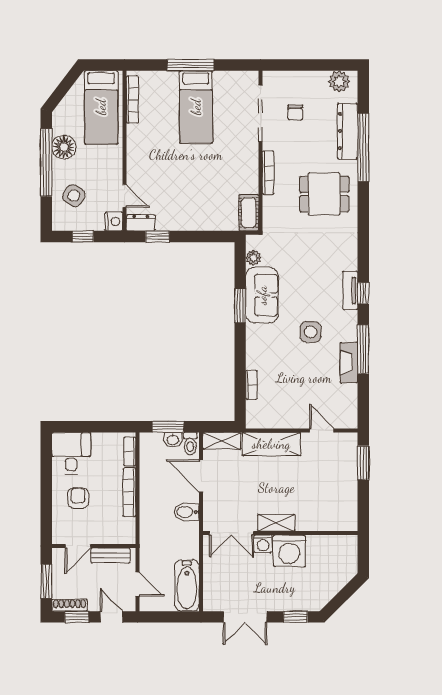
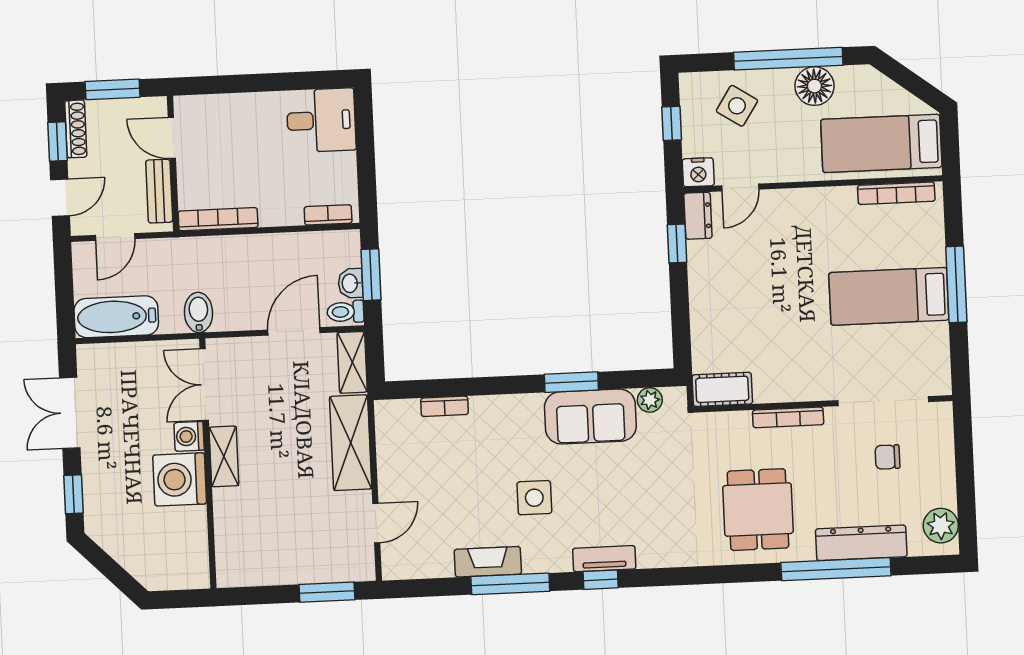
bookcase: (129, 492) -> (218, 219), moved
armchair: (78, 498) -> (249, 135), removed
bidet: (187, 512) -> (198, 312), moved

